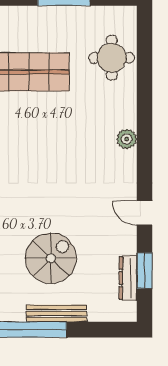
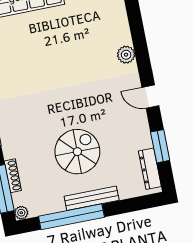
plant: (127, 139) -> (126, 55), moved
dresser: (128, 278) -> (150, 169), moved

